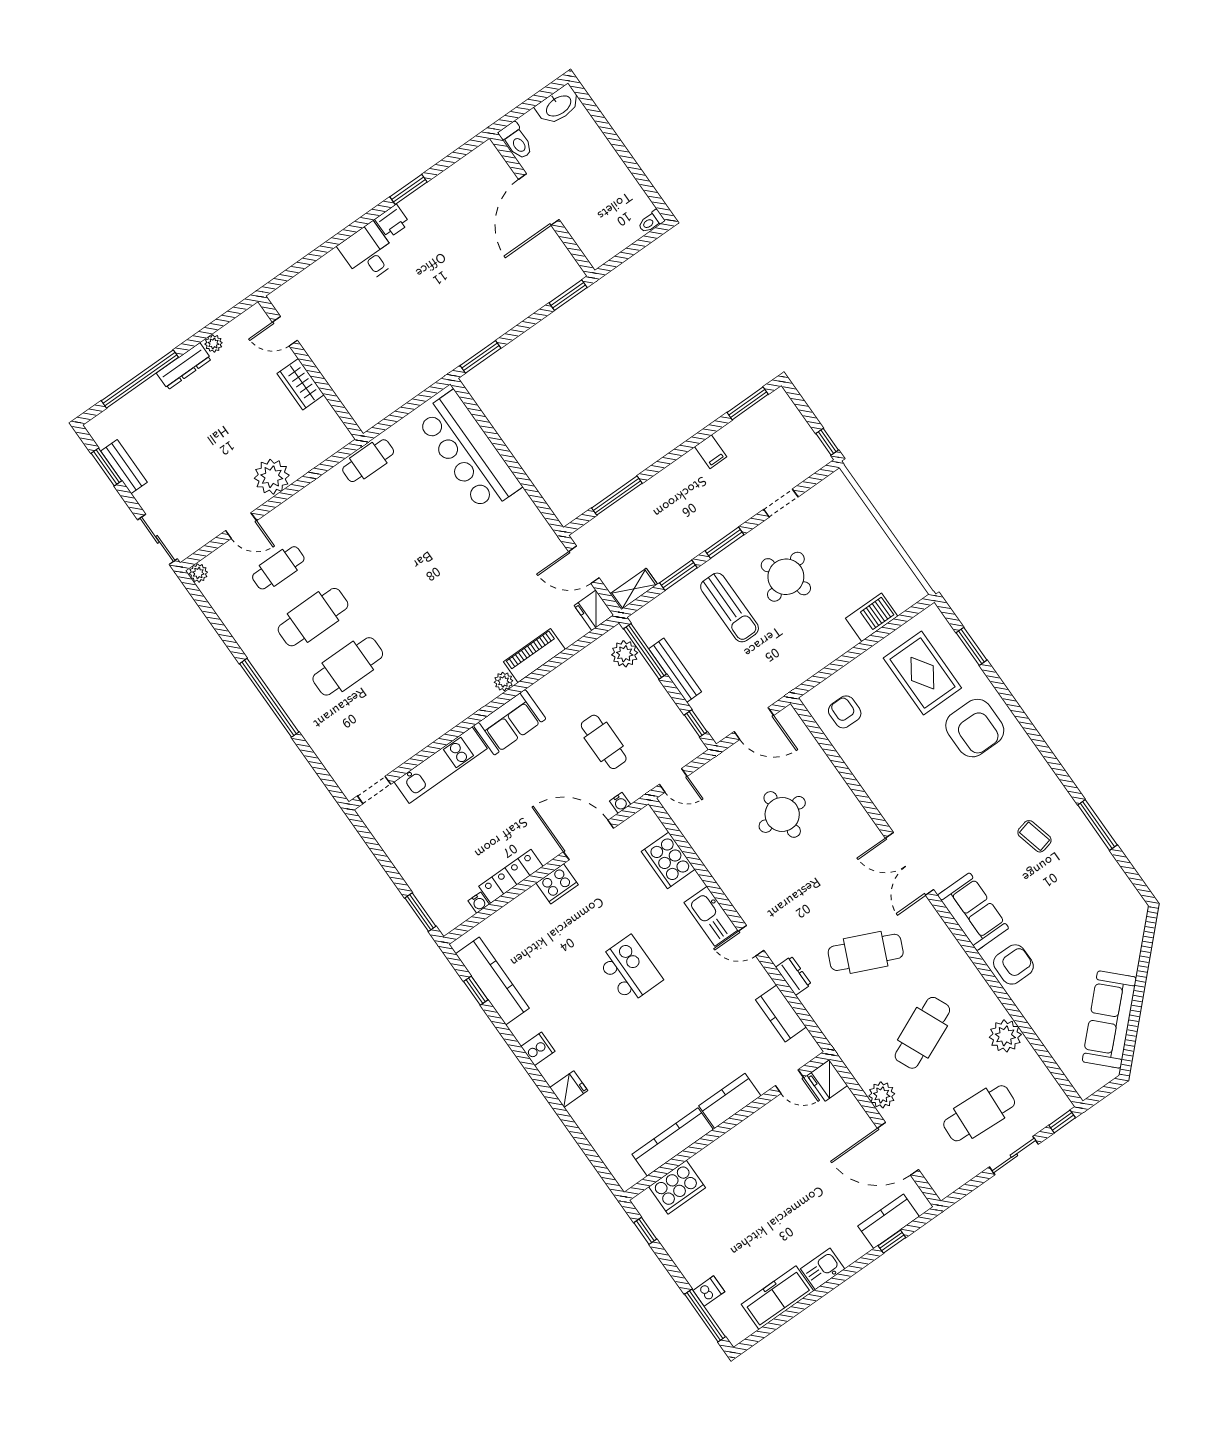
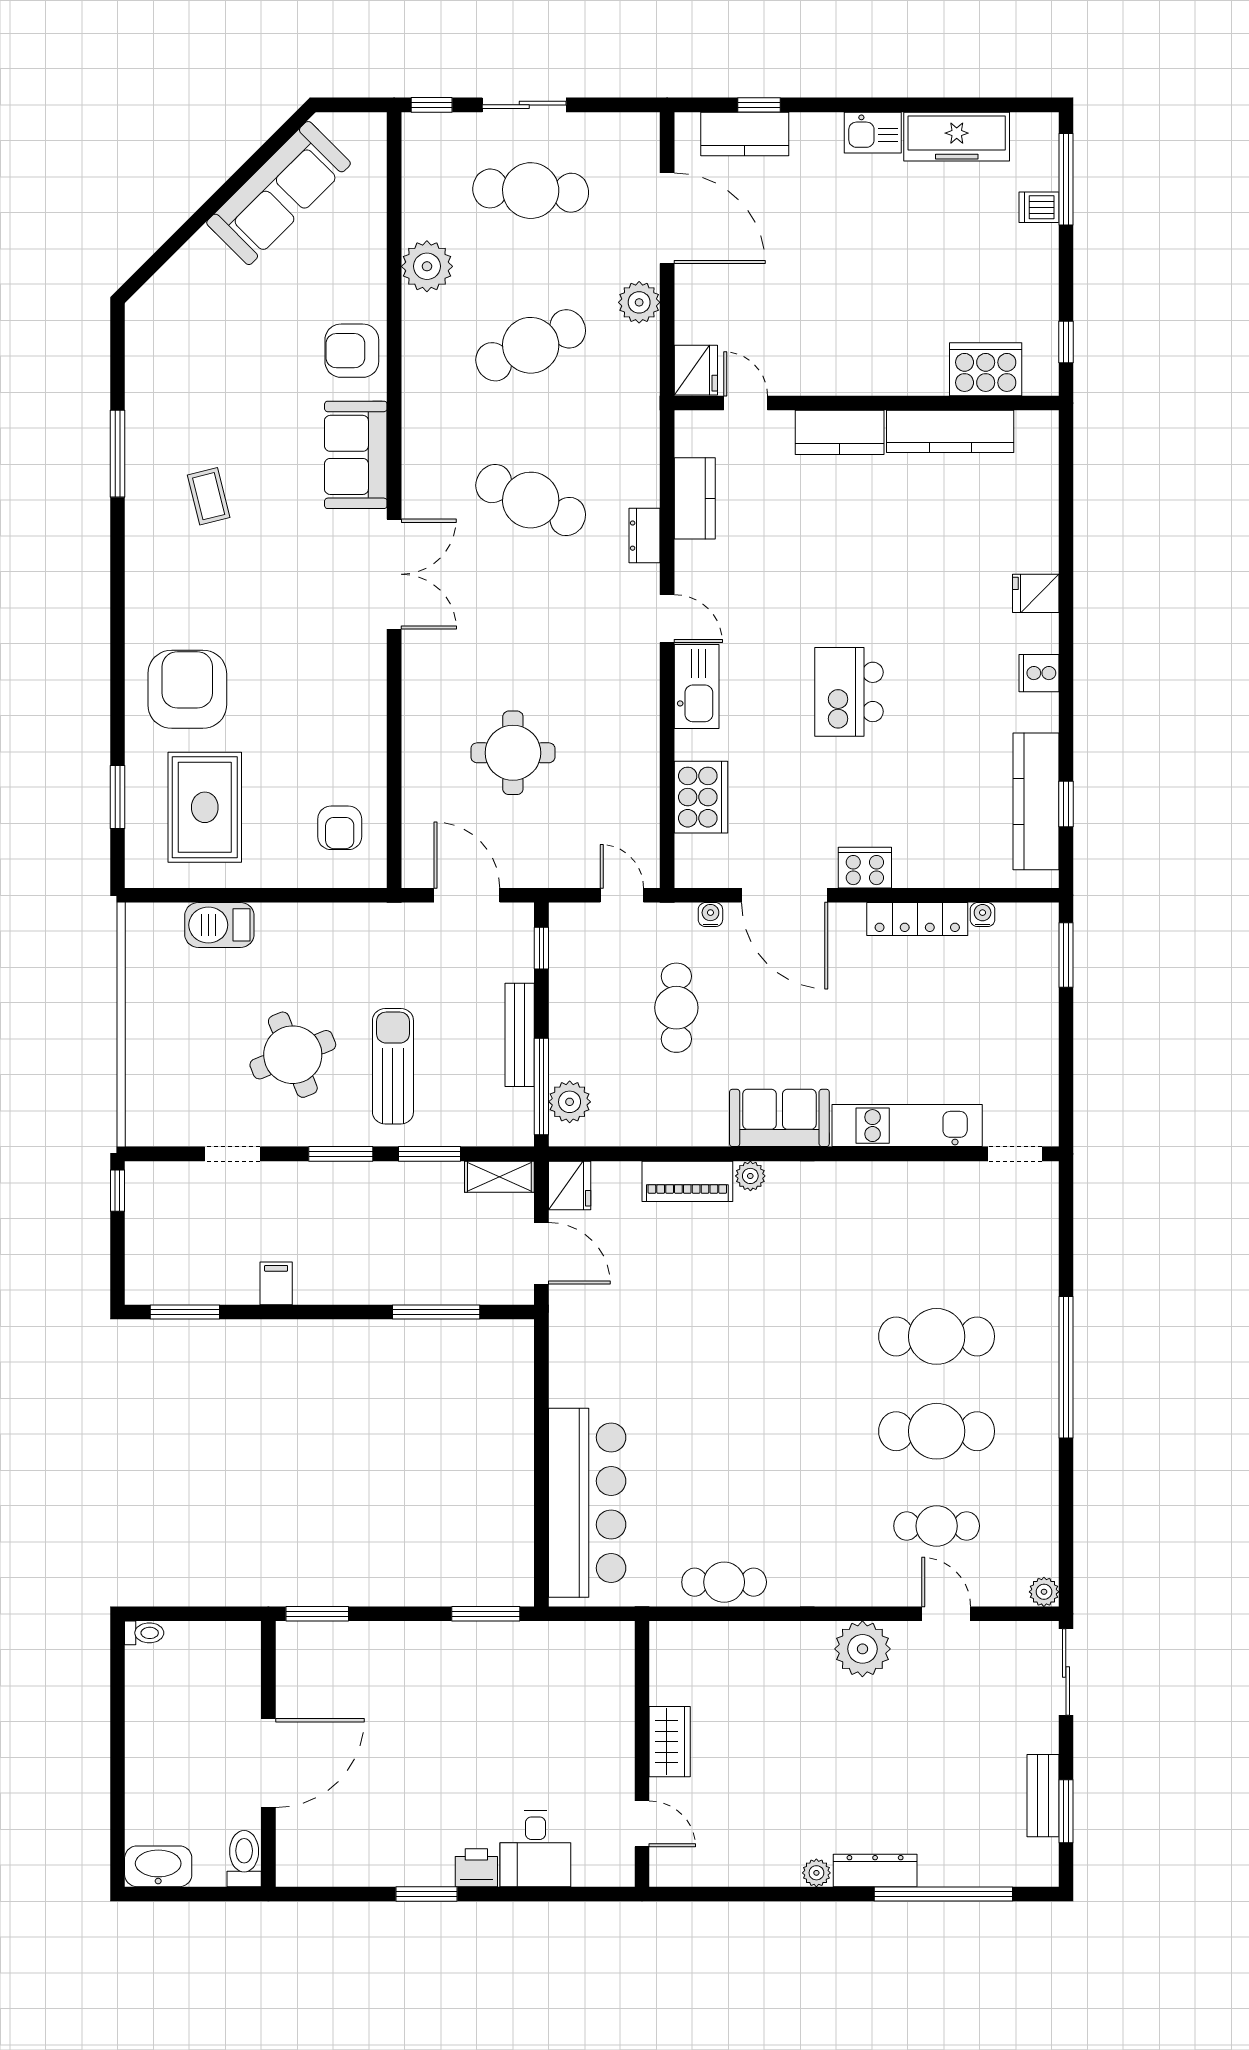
door: (285, 331) -> (642, 1824), moved
wall: (311, 368) -> (642, 1754), moved
wardrobe: (301, 384) -> (670, 1742), moved

